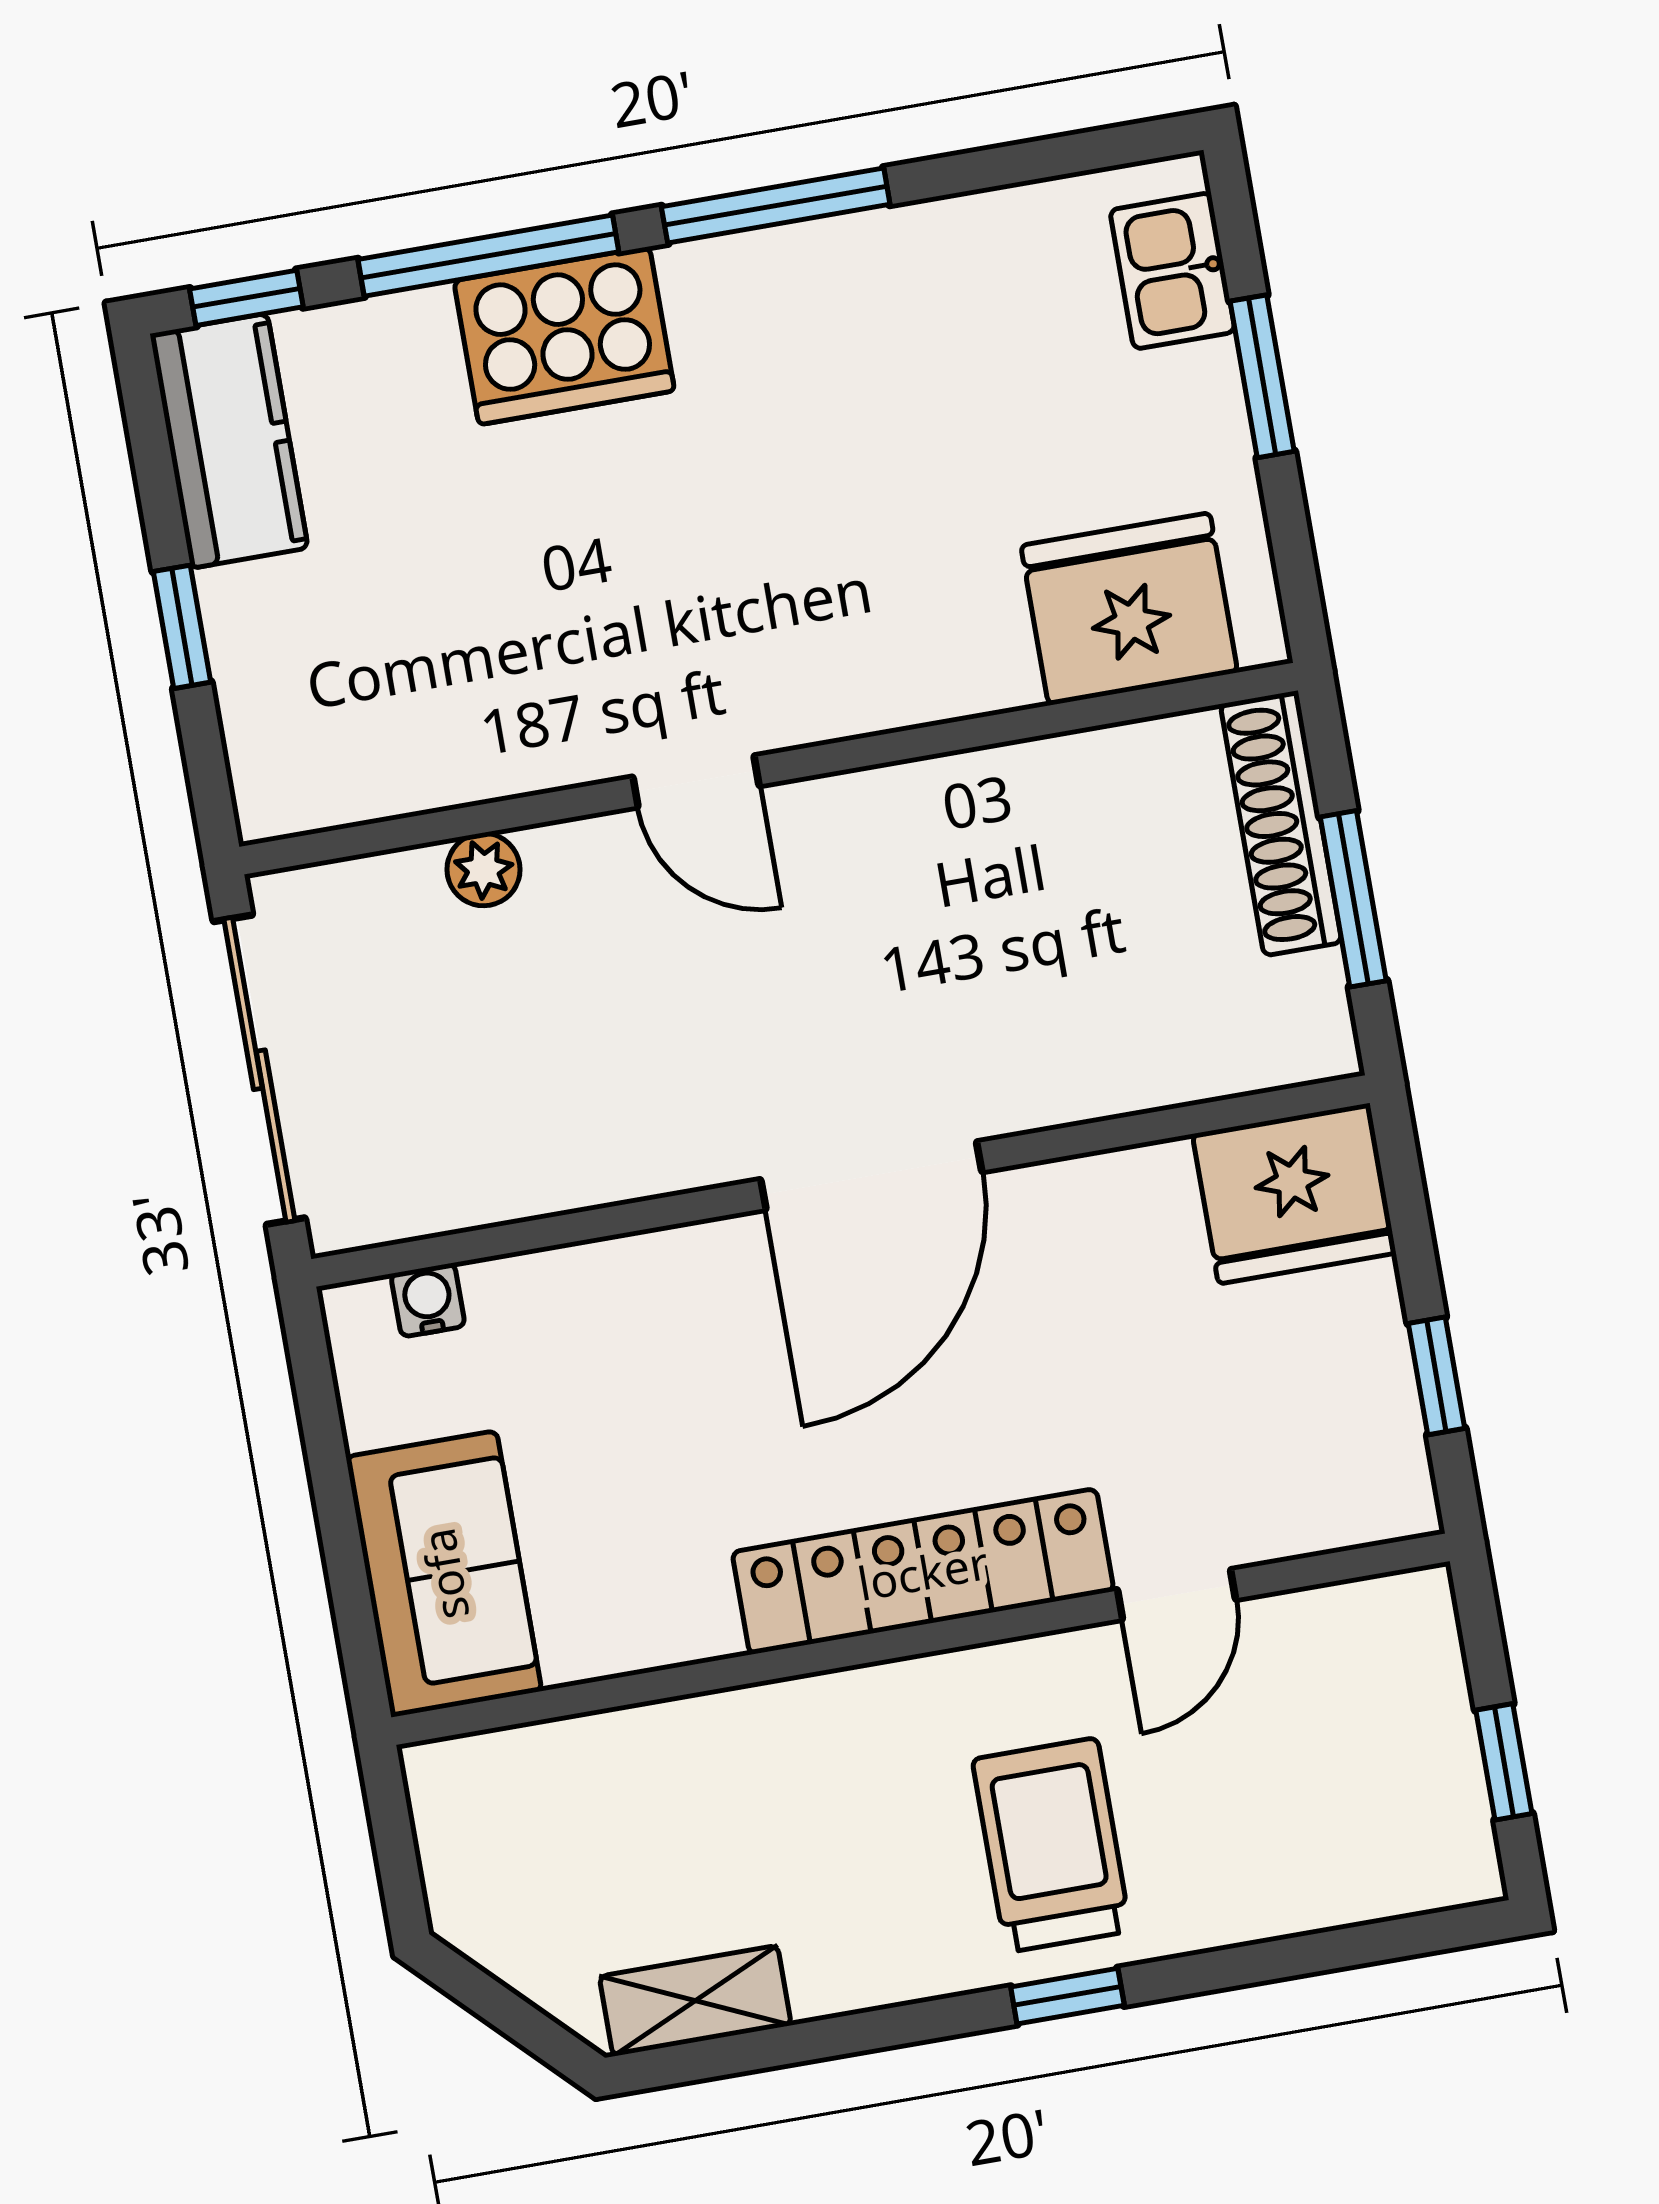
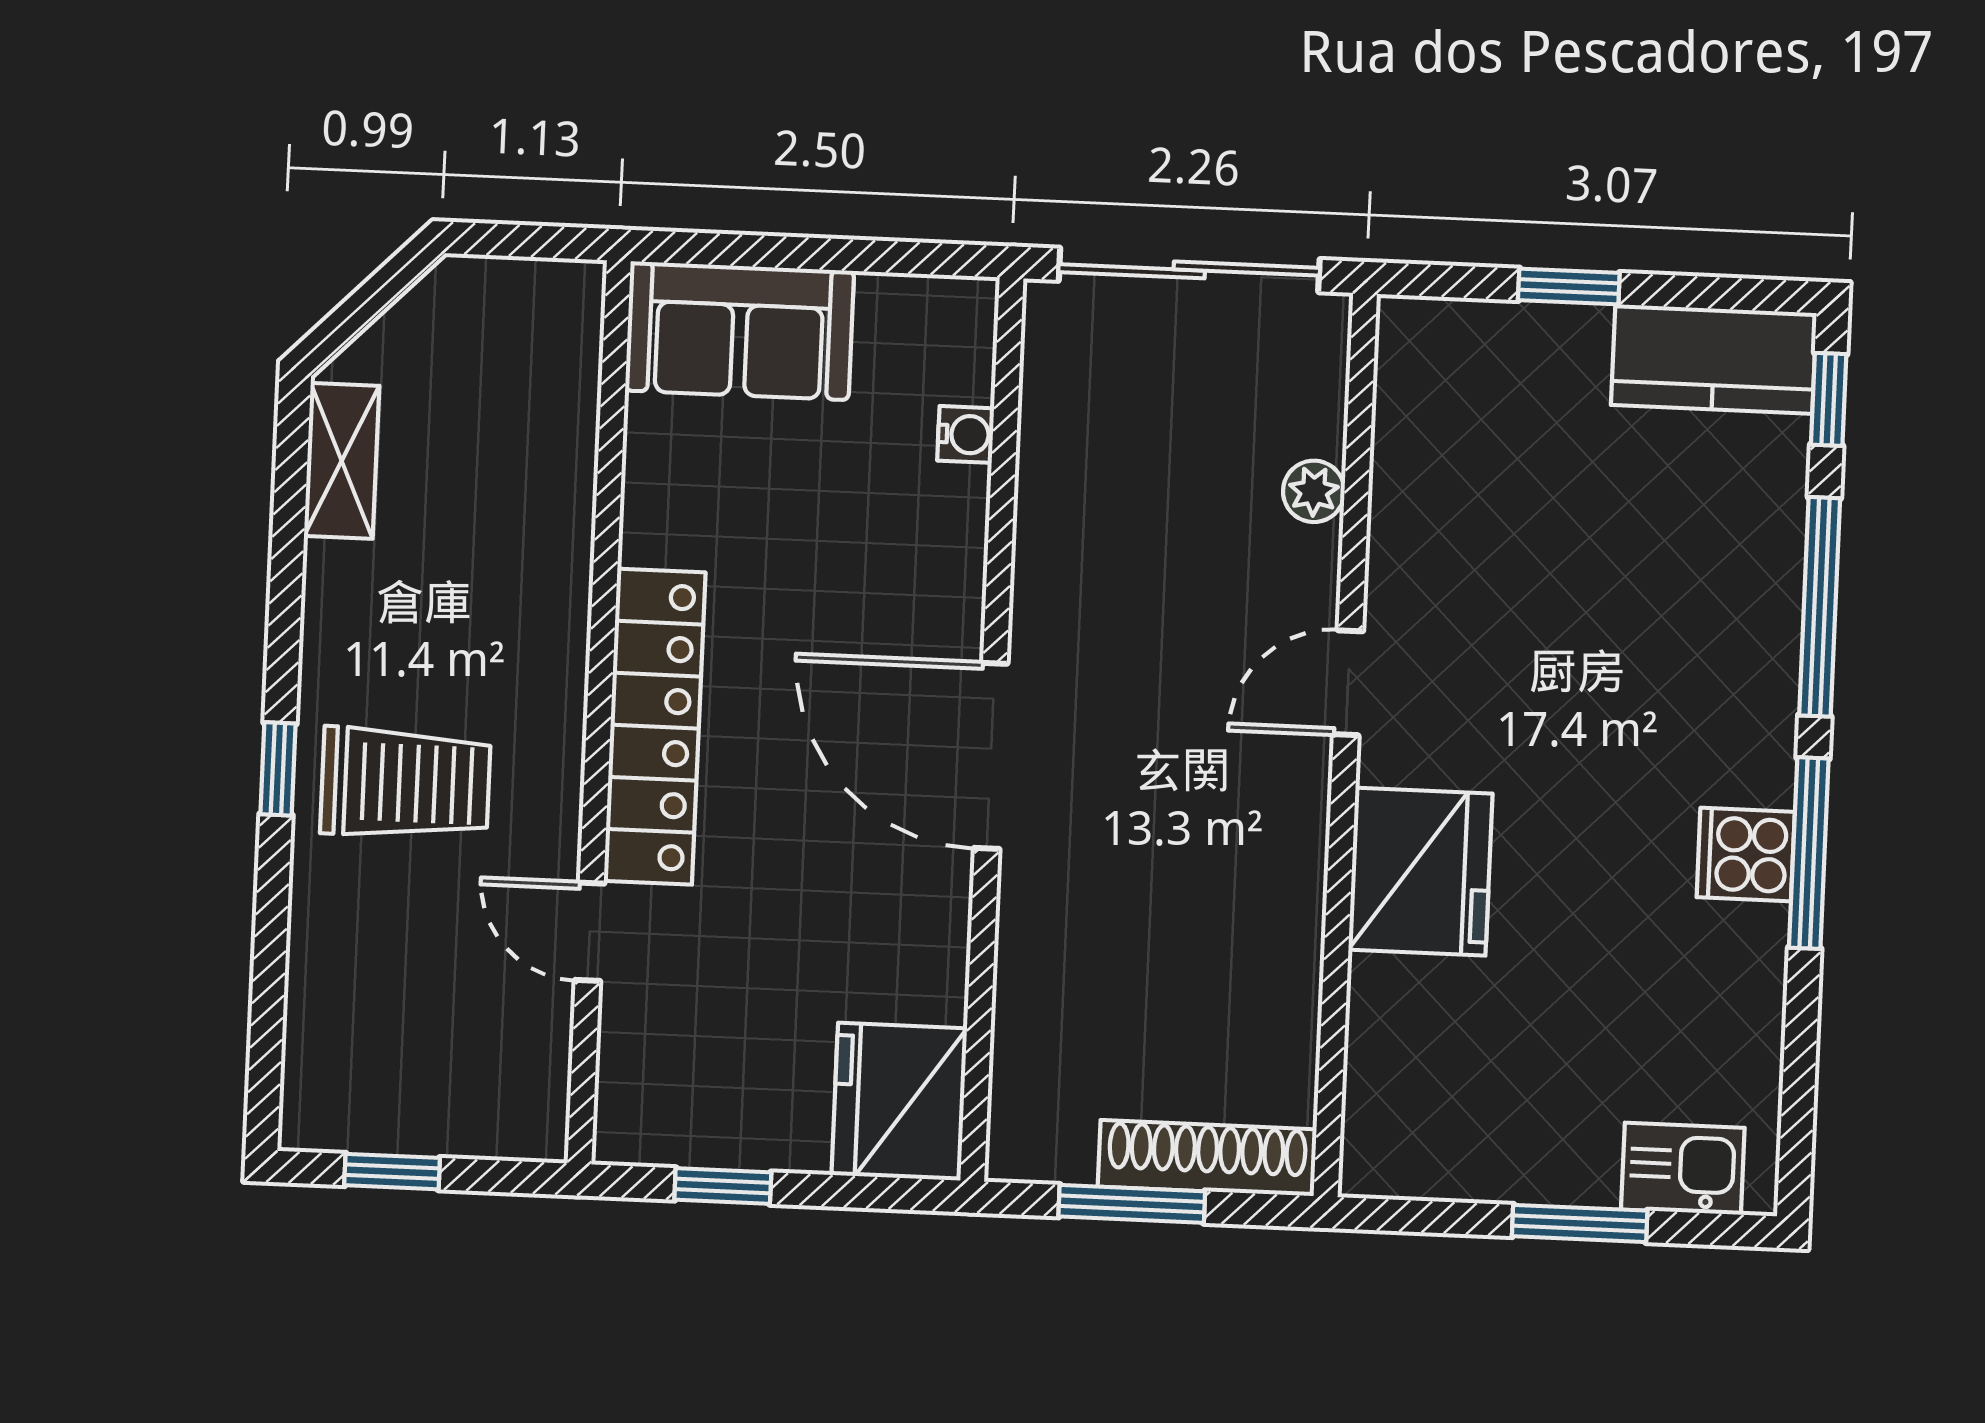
cooker: (564, 336) -> (1746, 855), moved, width x0.53, depth x0.76
fridge: (1129, 609) -> (1420, 872), moved
water cooler: (428, 1300) -> (966, 434), moved

